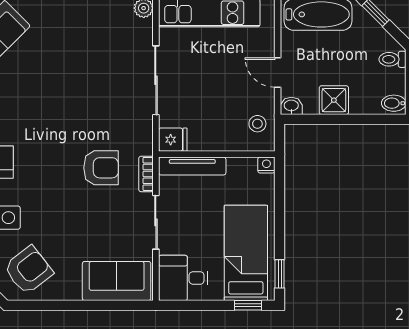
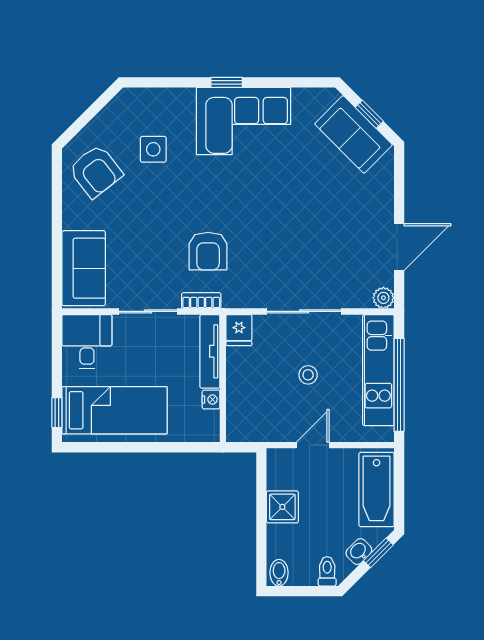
washbasin: (291, 106) -> (359, 552), moved, turned -135
stool: (257, 124) -> (308, 375), moved
nightstand: (266, 165) -> (211, 400), moved
window: (280, 274) -> (92, 447), removed

